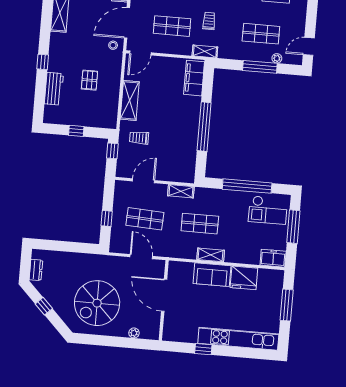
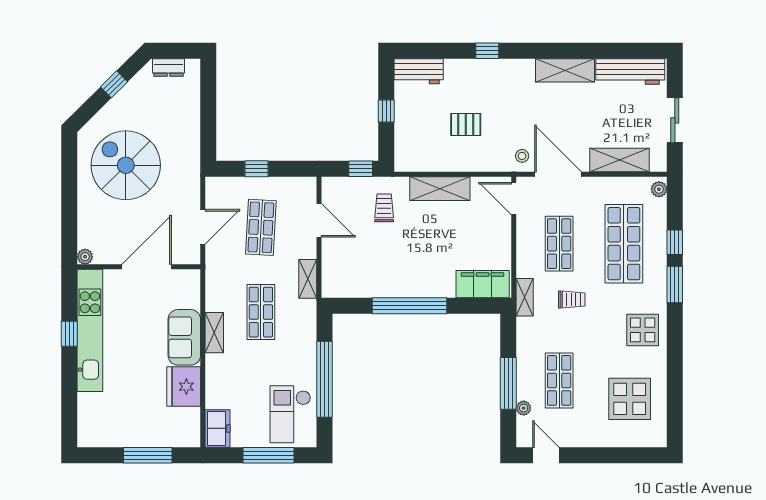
workbench: (54, 89) -> (419, 71), moved
plant: (134, 333) -> (85, 257), moved
kitchen unit: (238, 339) -> (90, 330), moved

